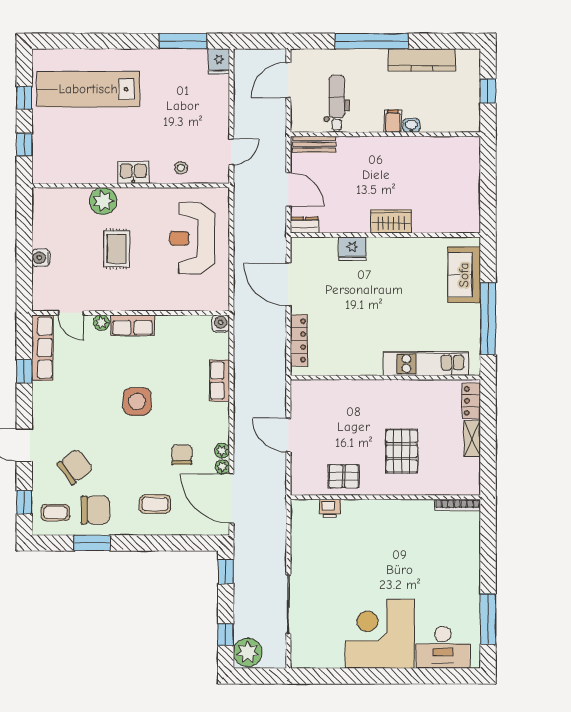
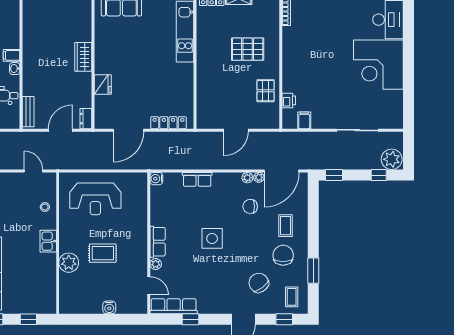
washbasin: (411, 126) -> (15, 69), moved
door: (71, 313) -> (149, 286), hinge flipped
chair: (95, 510) -> (283, 255), moved
filing cabinet: (302, 530) -> (304, 120), added

